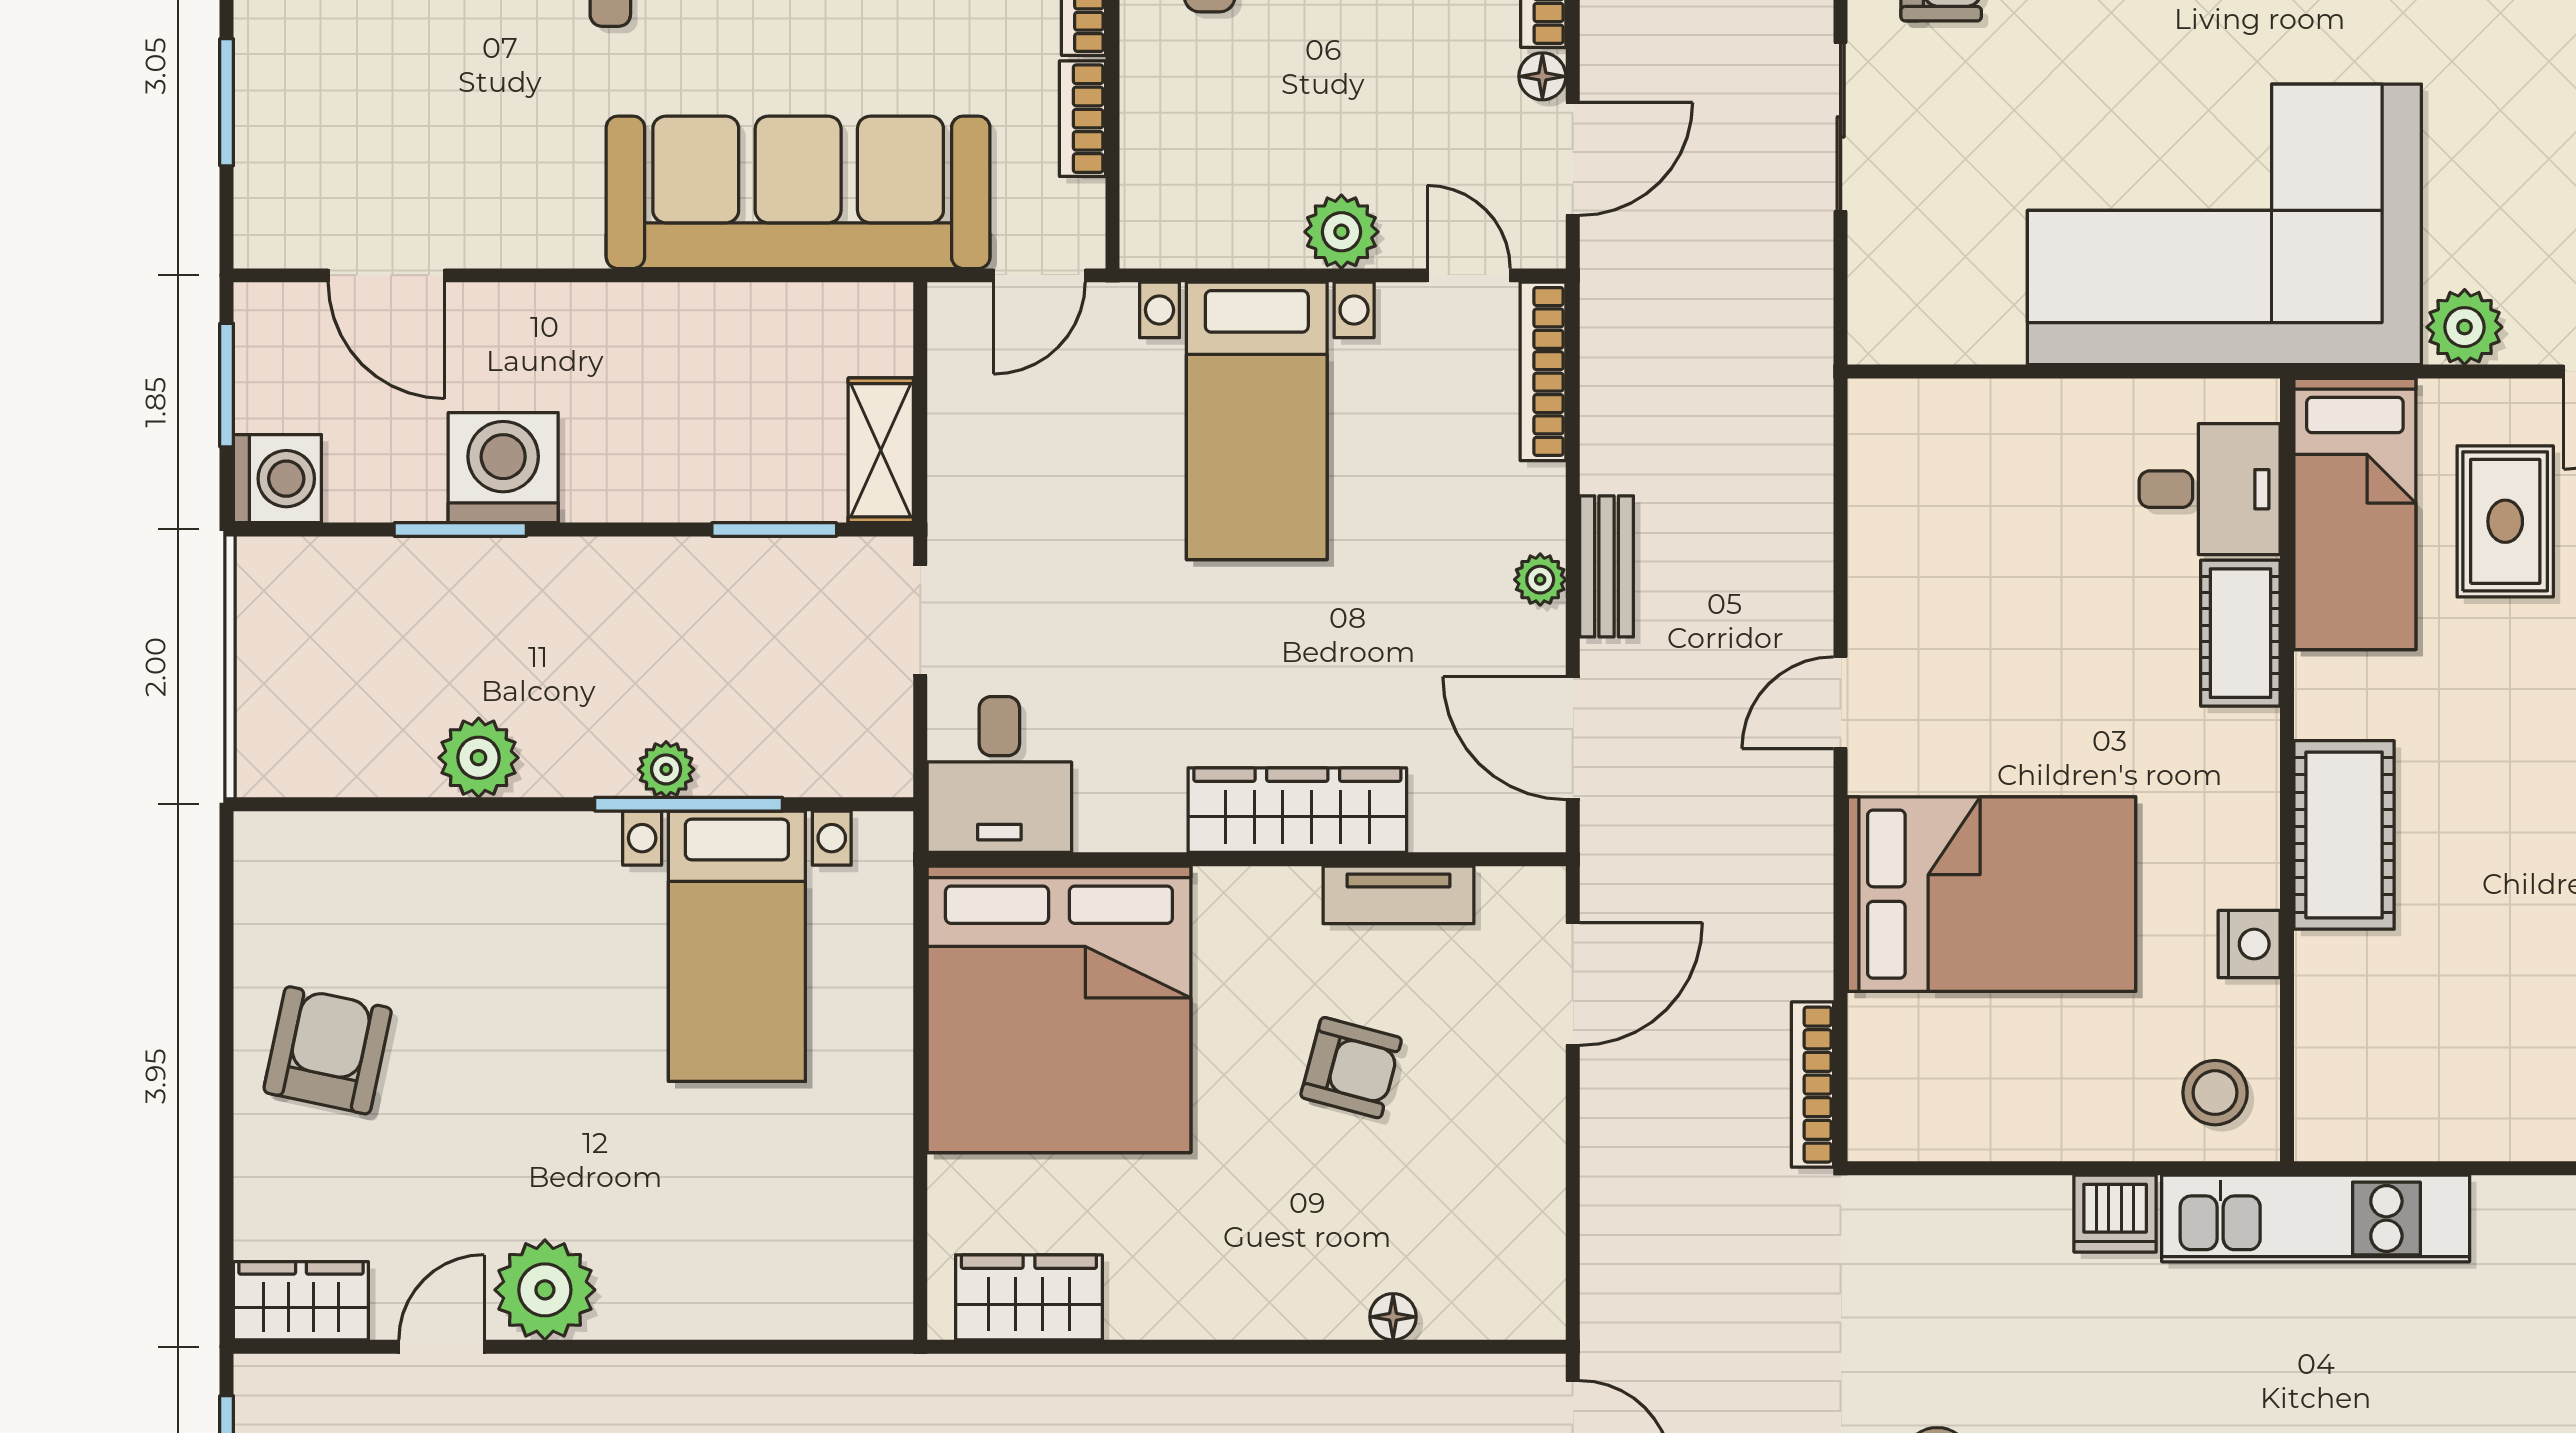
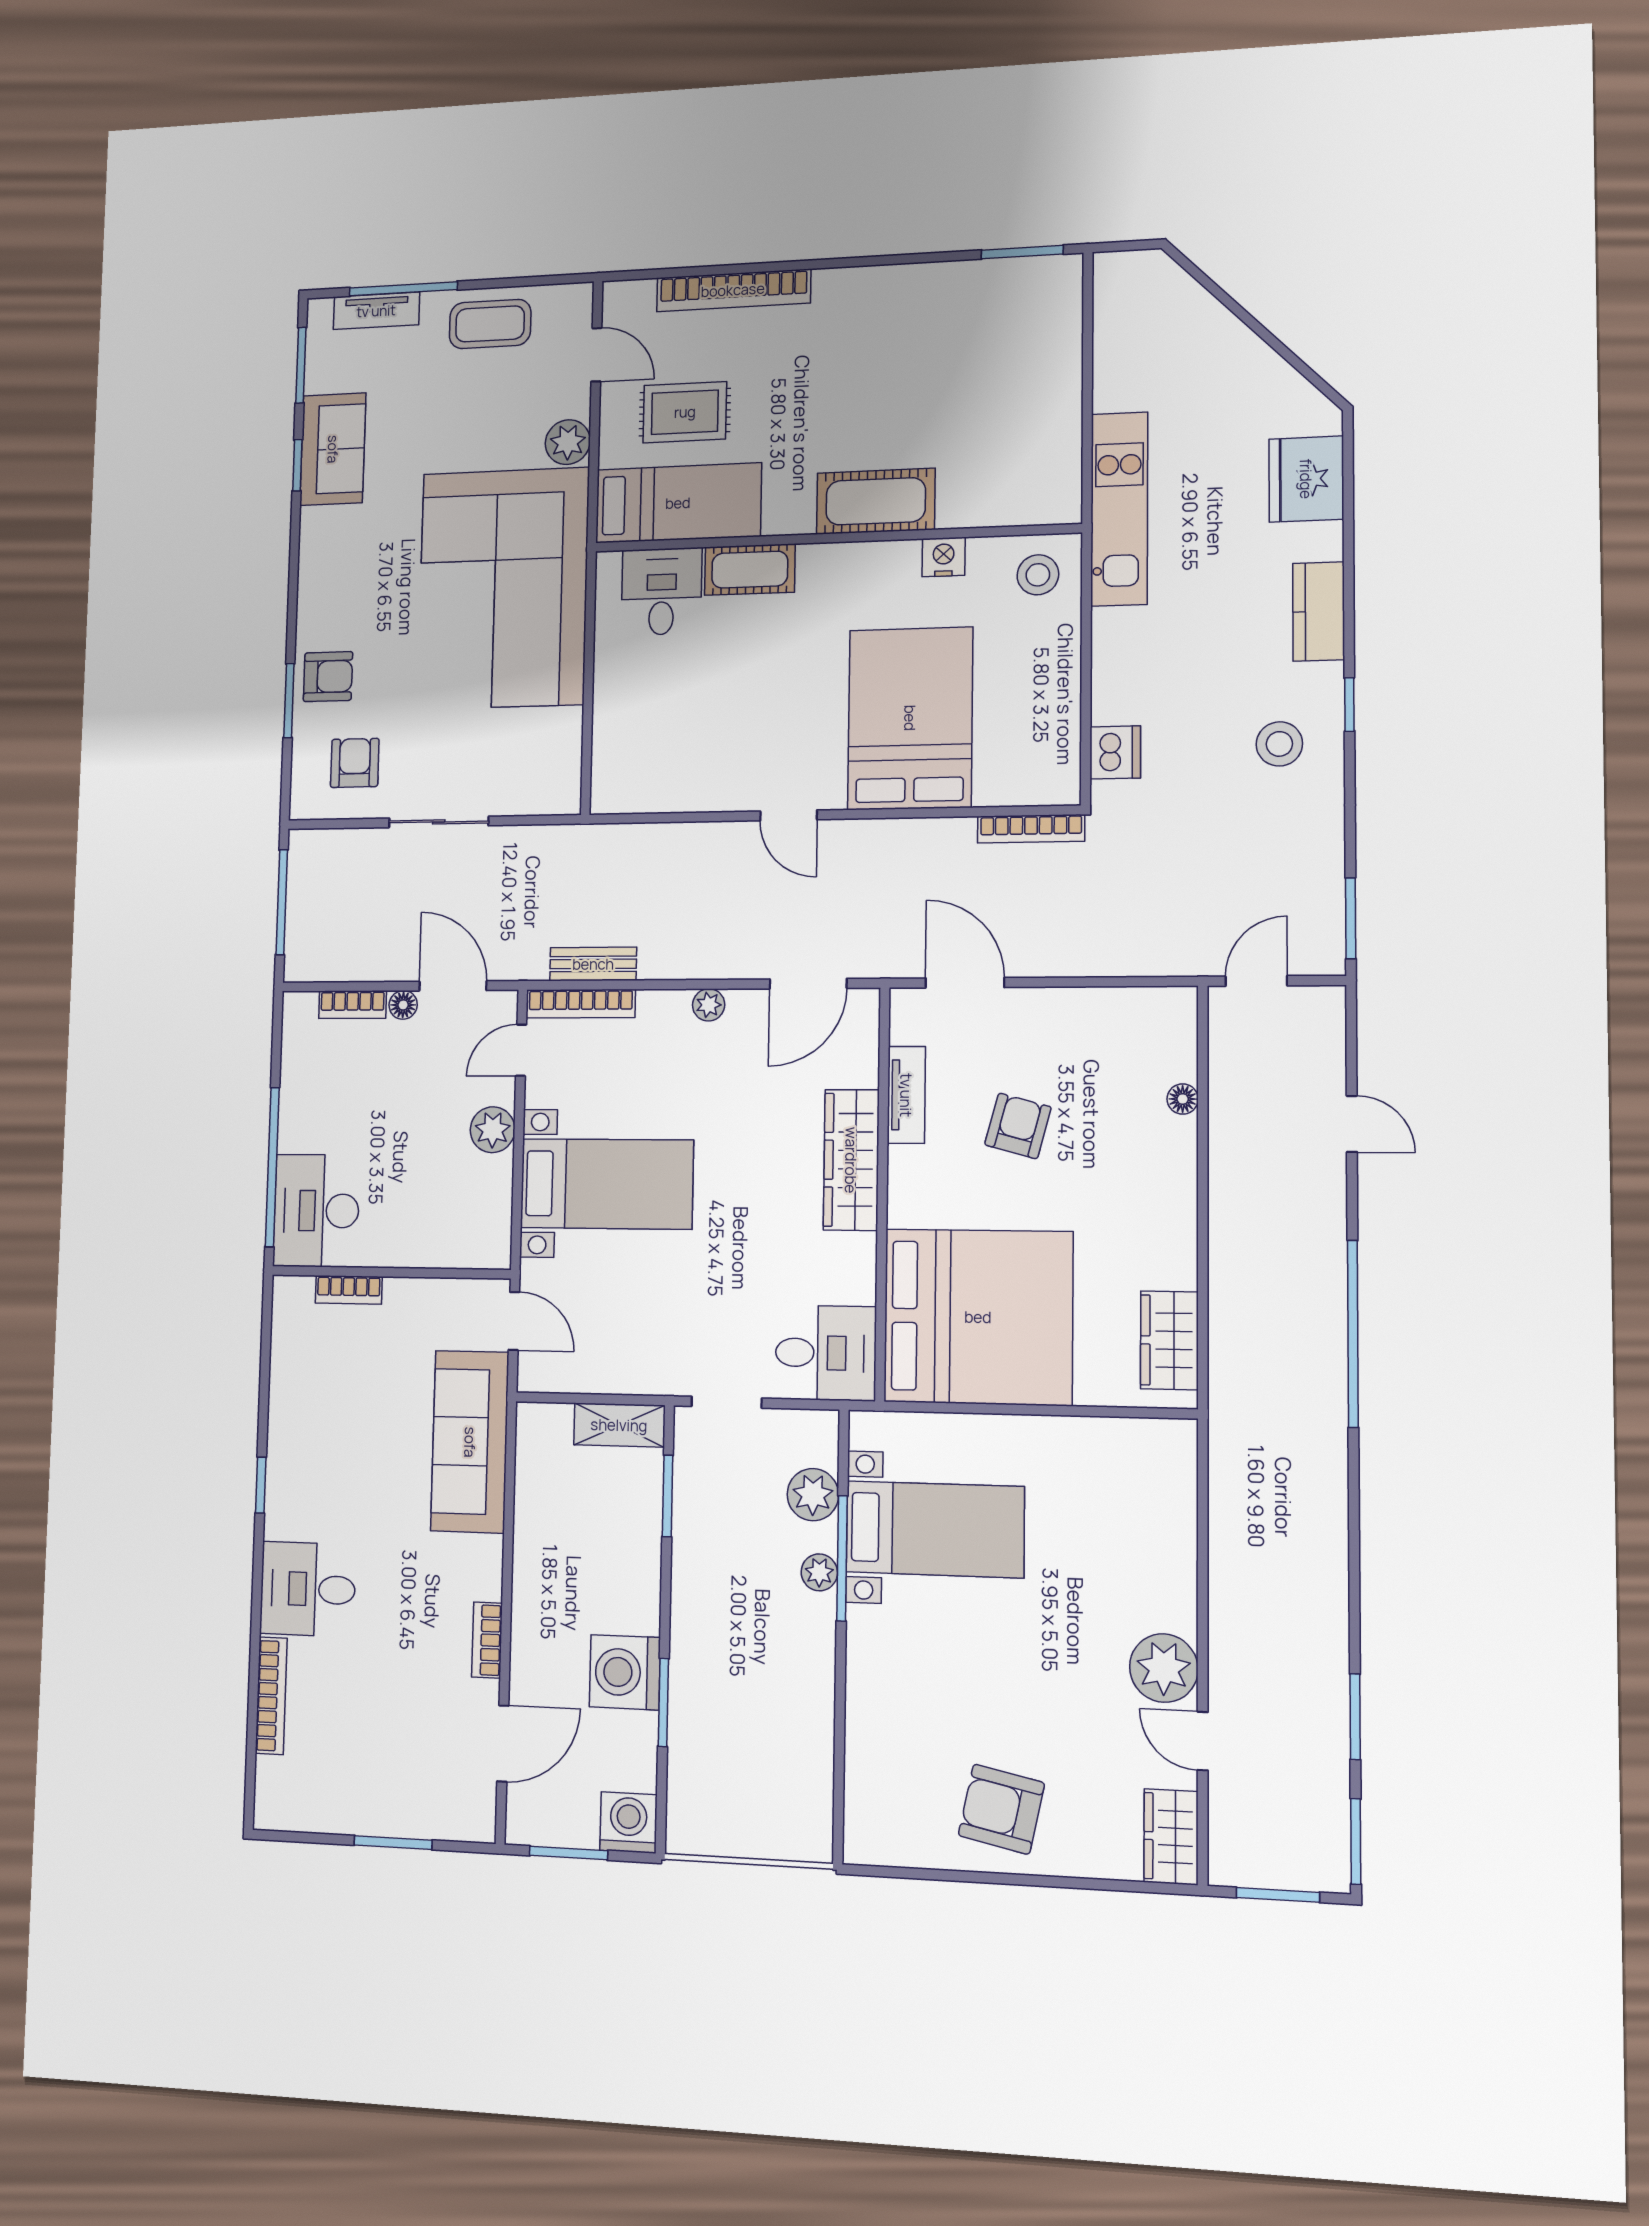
bookcase: (1083, 119) -> (487, 1640), moved, turned 90
sofa: (798, 192) -> (470, 1442), width x0.74, depth x0.79
bench: (1607, 566) -> (593, 964), moved
plant: (479, 758) -> (813, 1495), moved
dishwasher: (2115, 1214) -> (1115, 752), moved

